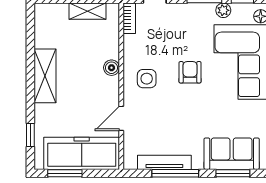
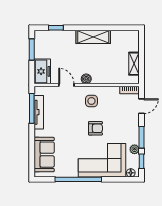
boiler: (112, 68) -> (86, 79), moved
freezer: (82, 153) -> (42, 71), width x0.52, depth x0.79
window: (175, 173) -> (32, 108), moved
window: (233, 173) -> (32, 155), removed

